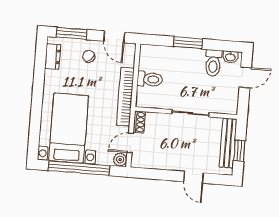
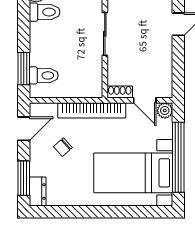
window: (188, 43) -> (24, 69), moved
dresser: (53, 56) -> (38, 192), moved, turned 90
chair: (89, 56) -> (63, 147), moved
toilet: (150, 79) -> (44, 75), moved, turned 90

